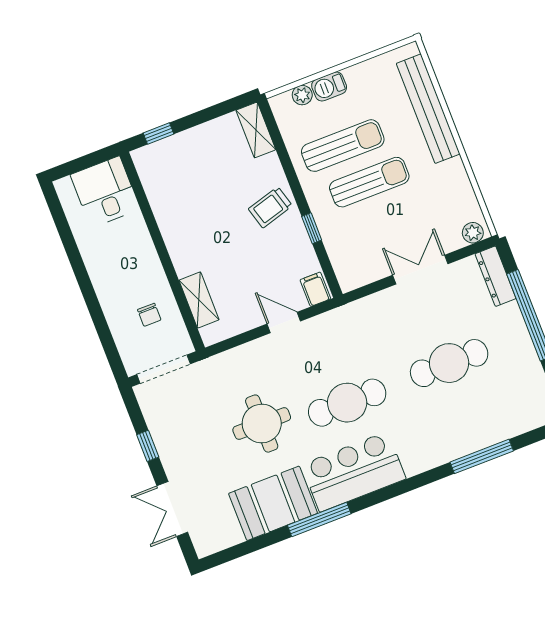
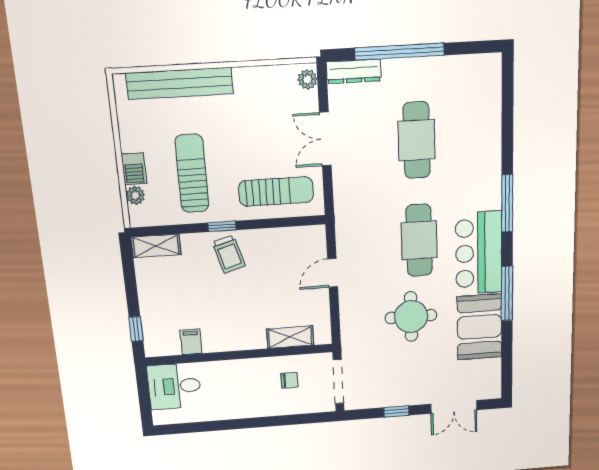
sun lounger: (369, 182) -> (276, 192), moved, turned 90
window: (312, 228) -> (222, 226), moved
filing cabinet: (315, 289) -> (191, 342), moved, turned 90
window: (482, 456) -> (507, 203), moved

